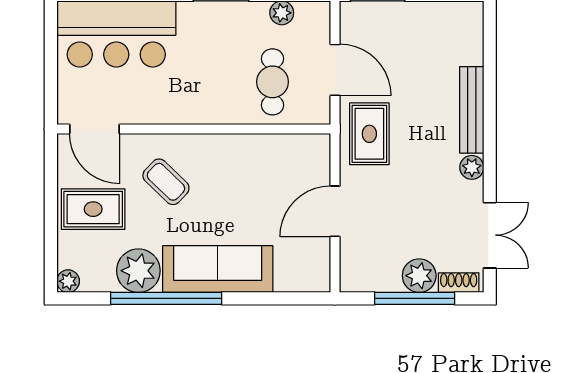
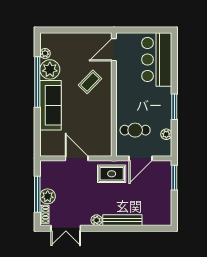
rug: (93, 209) -> (78, 49), removed
plant: (68, 281) -> (45, 53), moved

